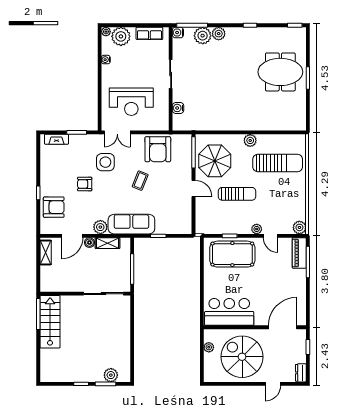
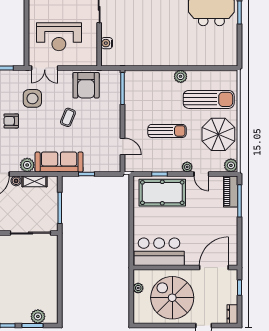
parasol: (215, 161) -> (218, 134), moved
door: (194, 188) -> (123, 146), moved

